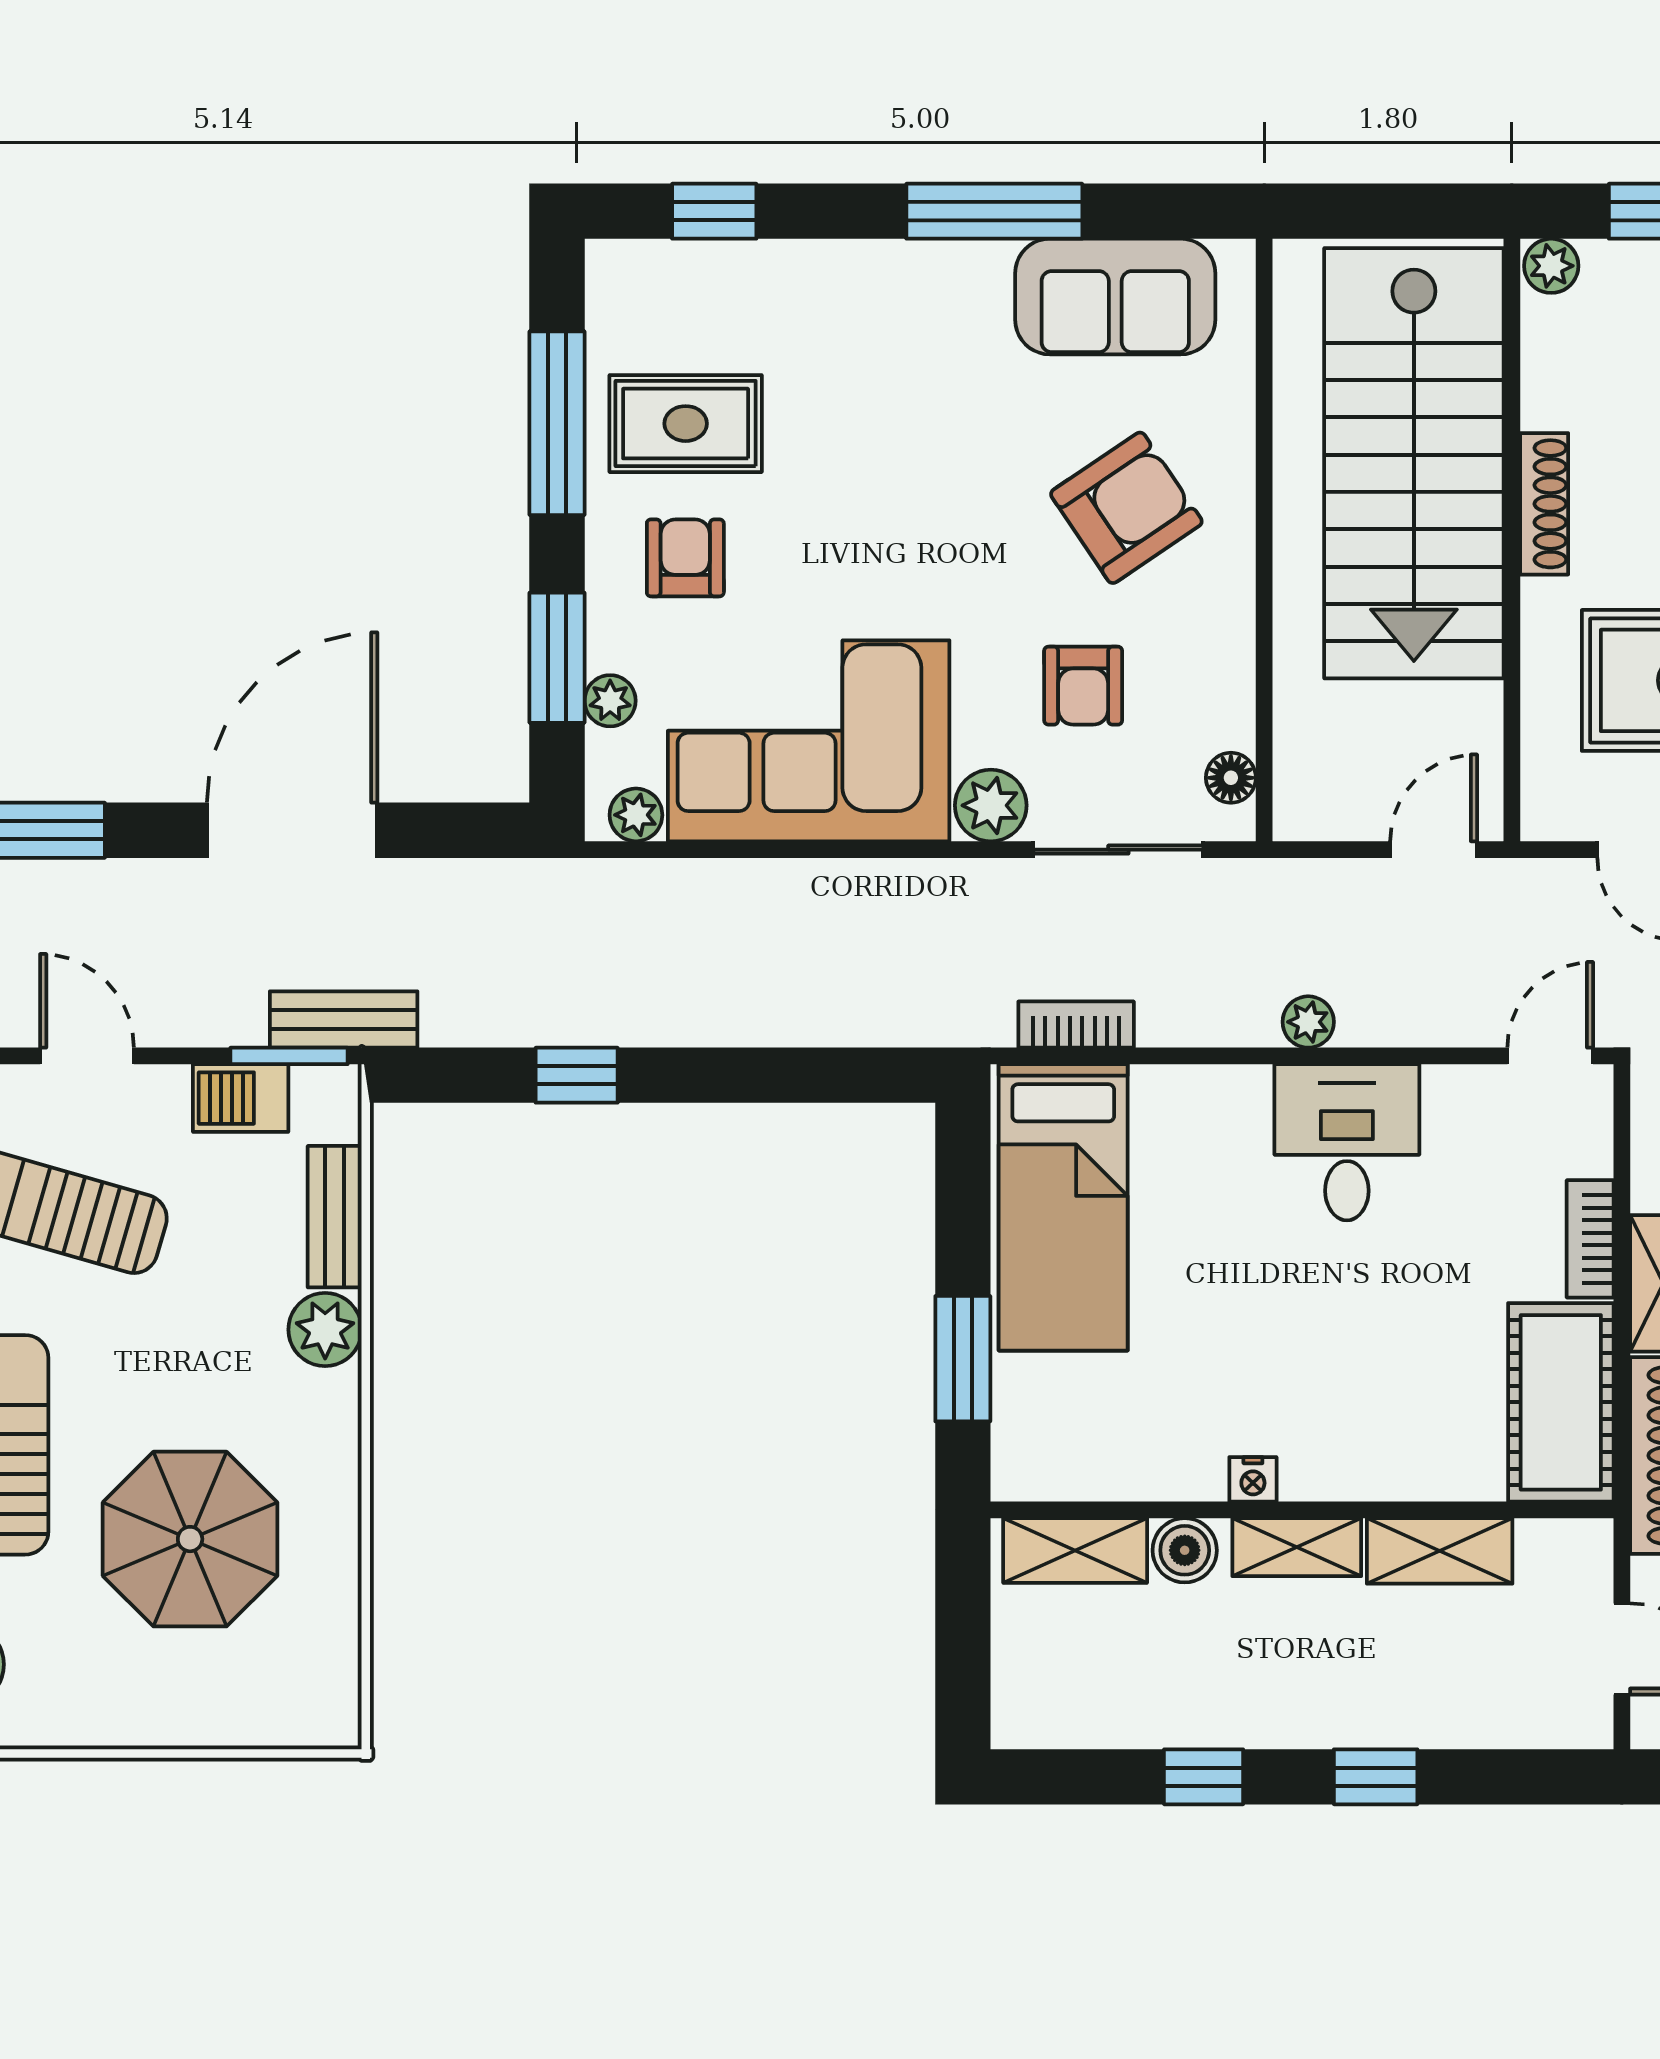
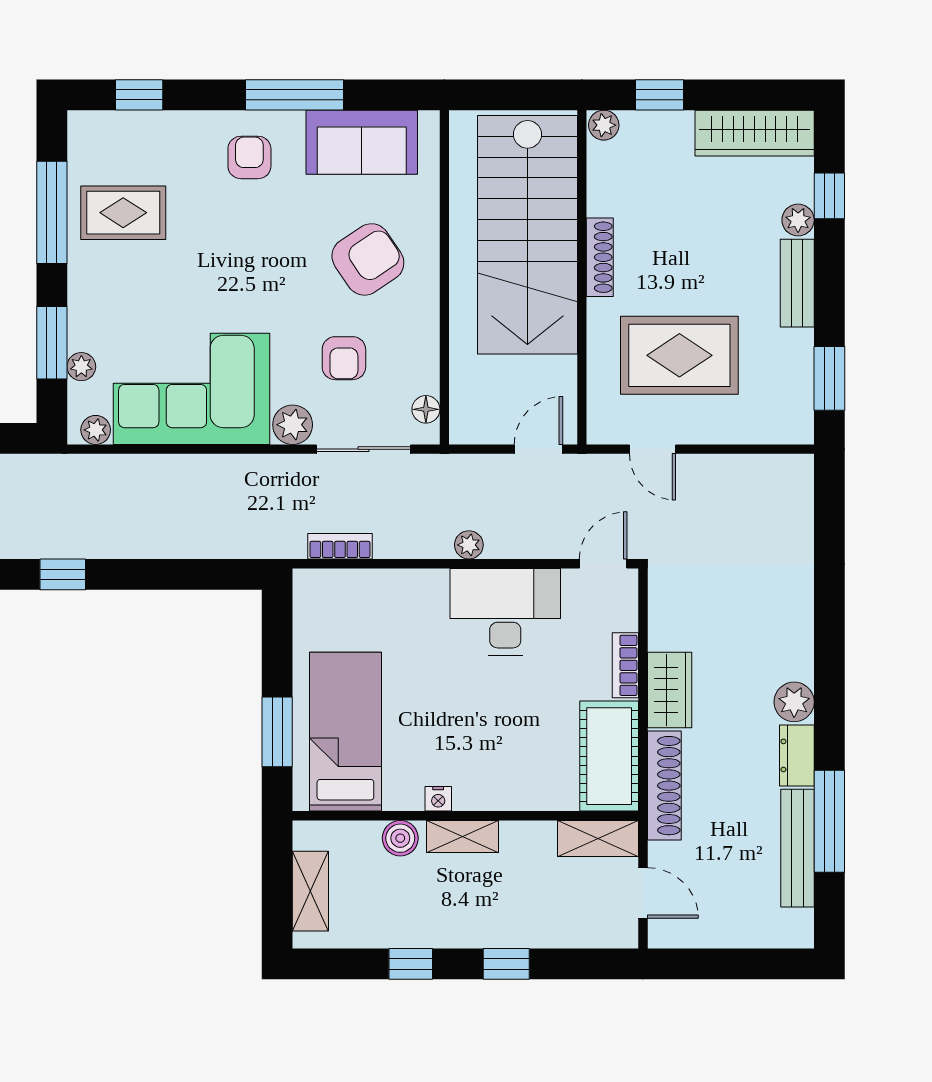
armchair: (685, 558) -> (249, 157), moved
desk: (1347, 1142) -> (505, 612), width x1.37
bed: (1063, 1207) -> (345, 732), moved, turned 180
shelving: (1075, 1551) -> (310, 891), moved, turned 90
shelving: (1440, 1551) -> (598, 839), moved

